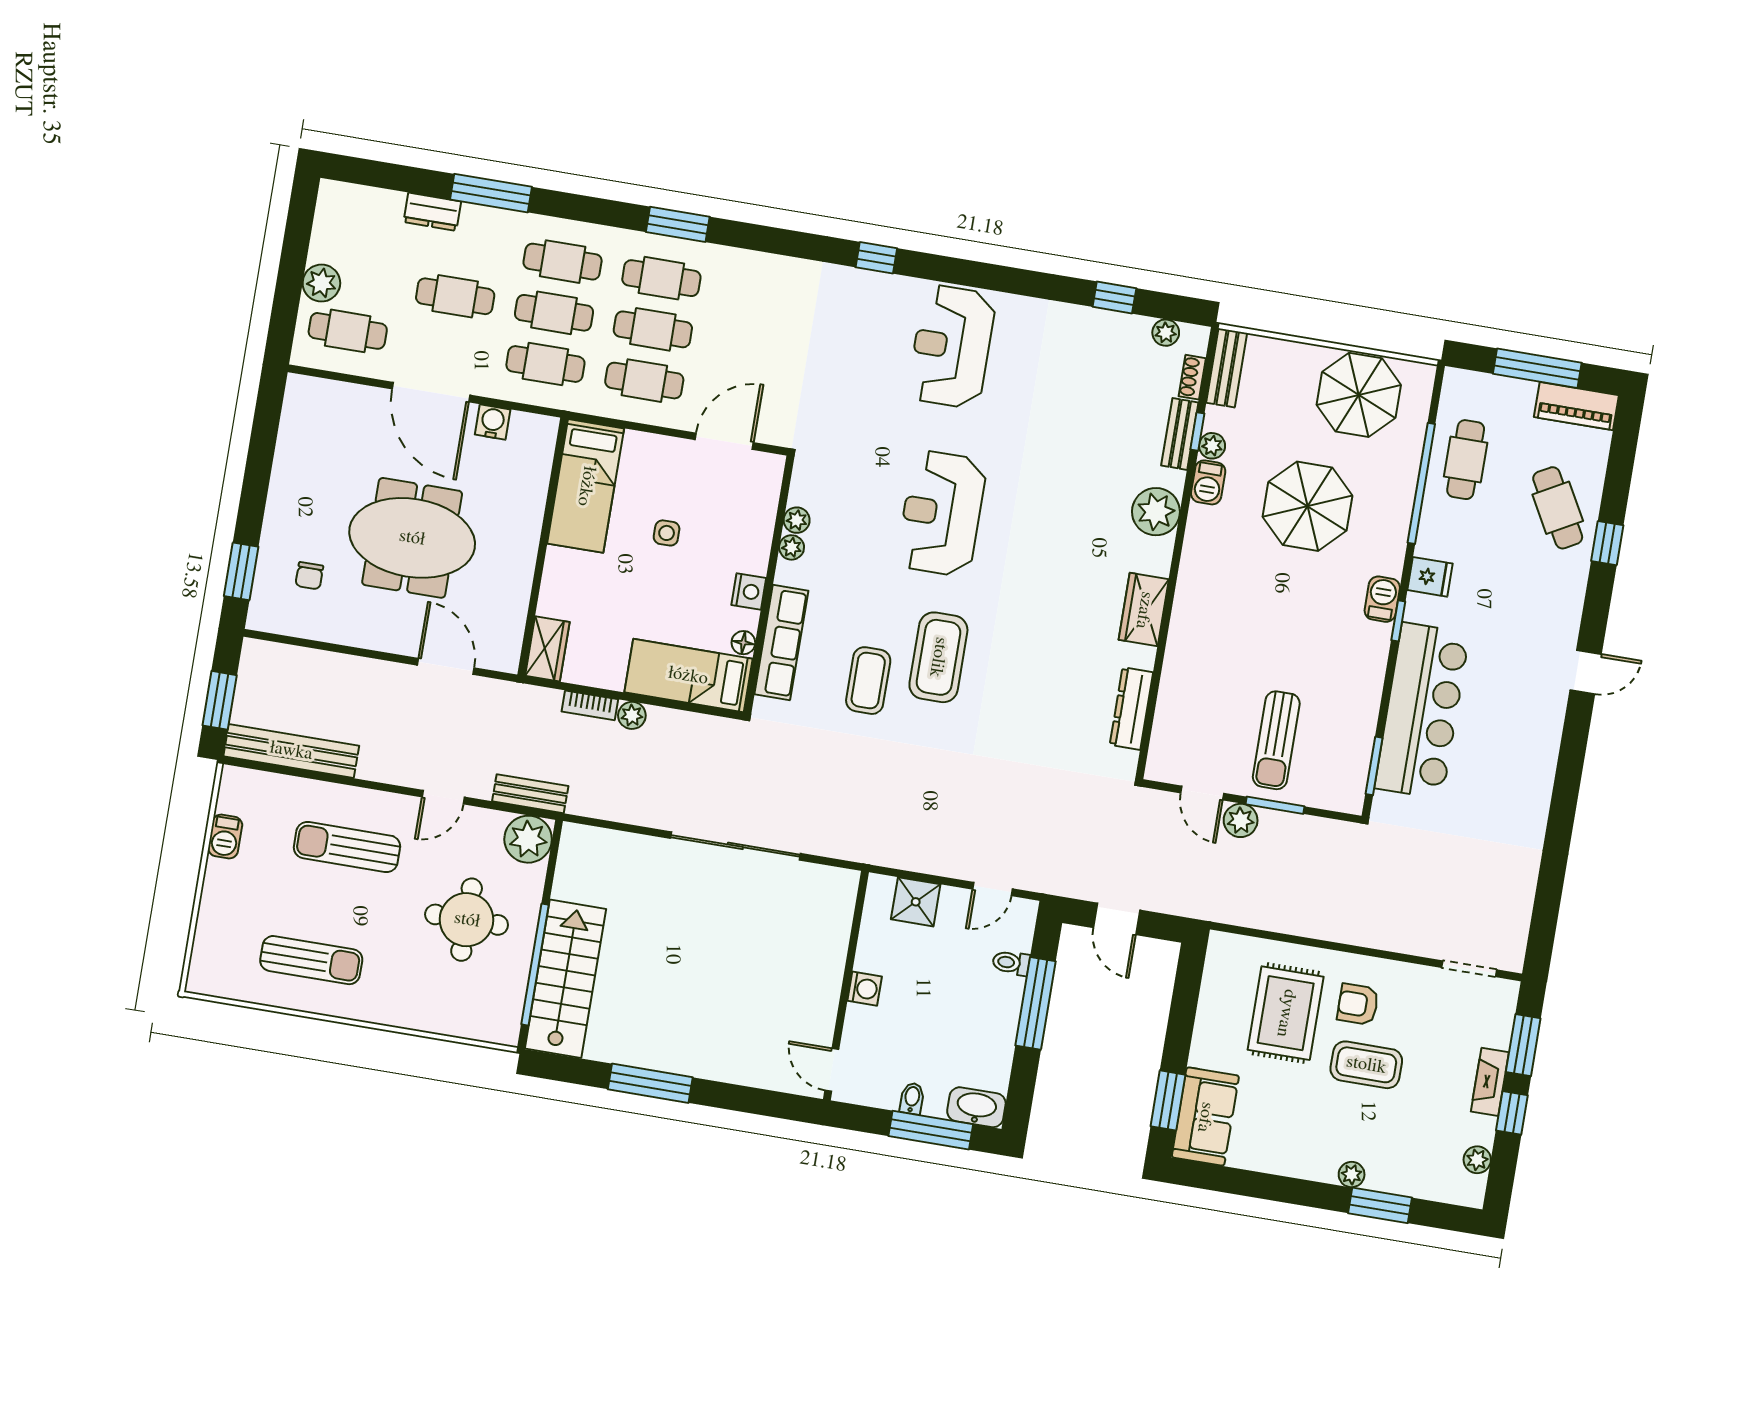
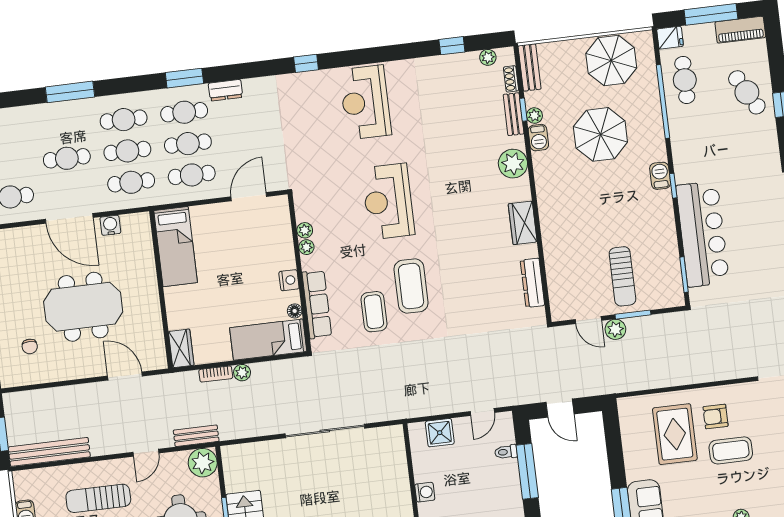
dresser: (432, 212) -> (226, 90), moved
side table: (667, 533) -> (231, 260), removed
fridge: (1430, 577) -> (670, 38), moved

